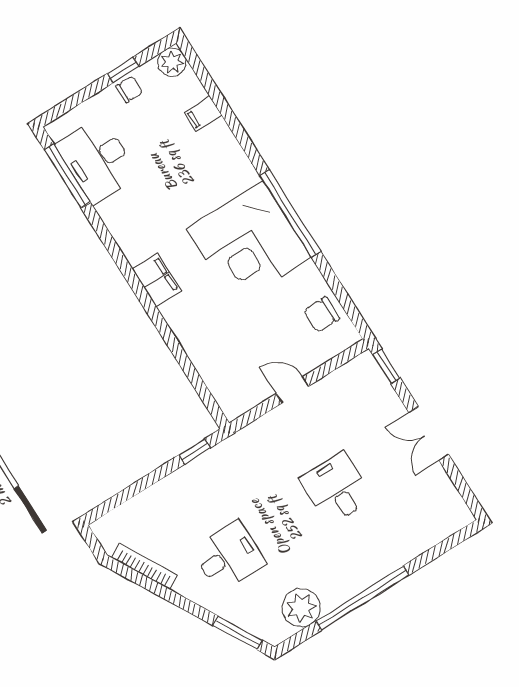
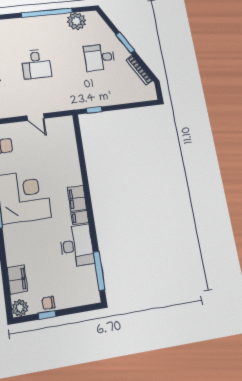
filing cabinet: (203, 114) -> (17, 280), width x2.00
desk: (97, 160) -> (77, 246), moved
filing cabinet: (138, 250) -> (80, 218), added
window: (237, 633) -> (125, 43), moved

